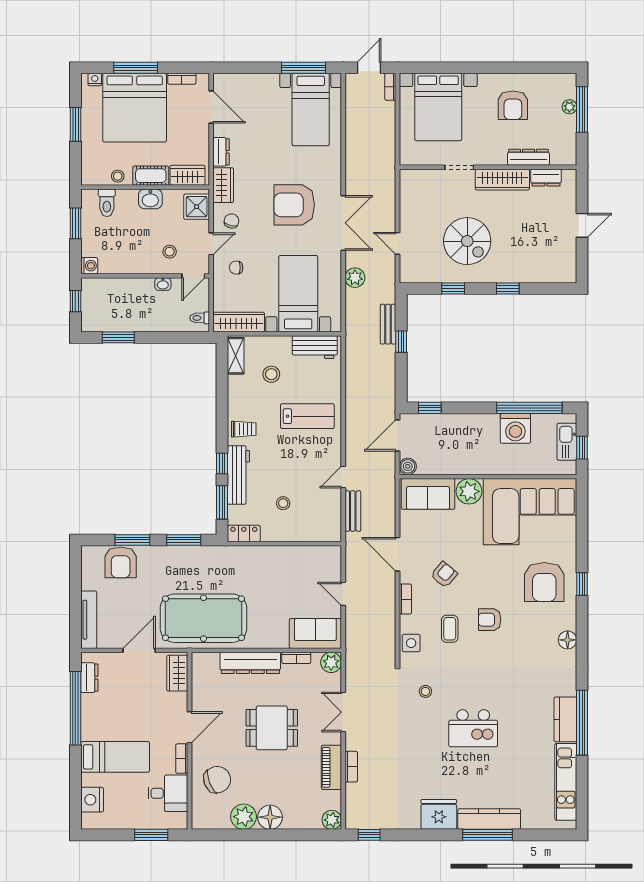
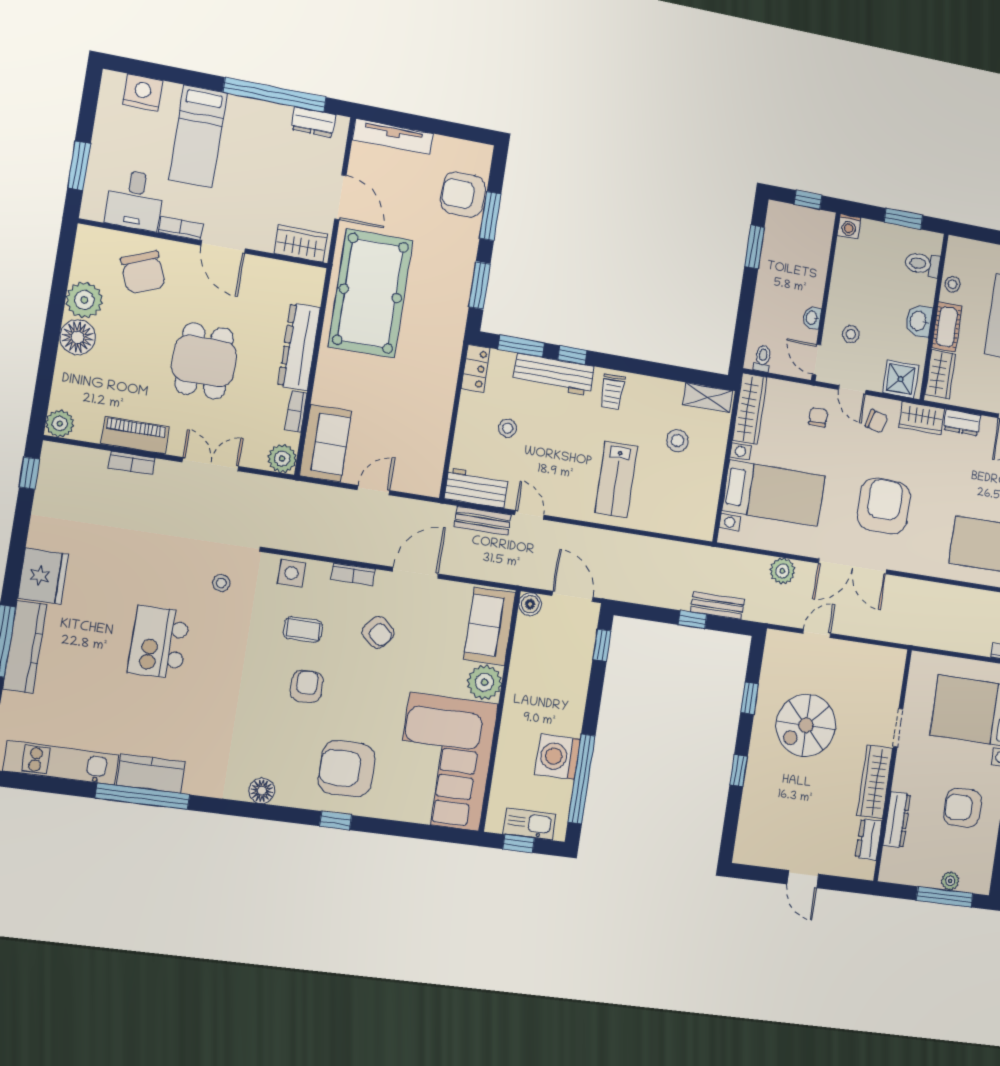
workbench: (315, 347) -> (476, 488), moved, turned 90

